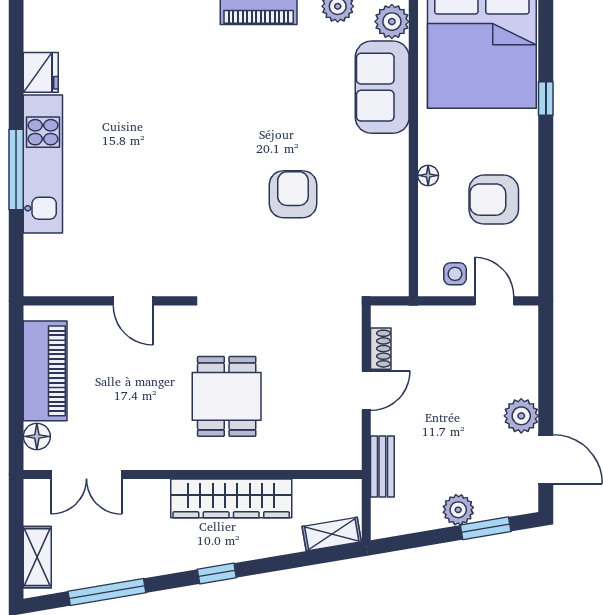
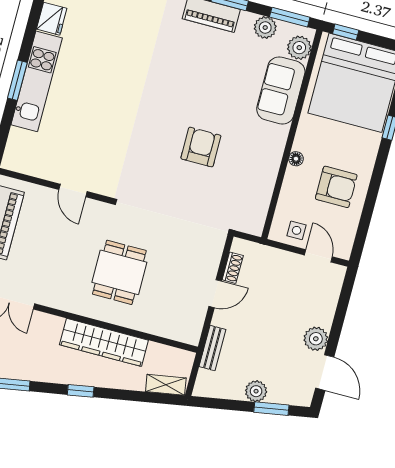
window: (16, 170) -> (17, 80), width x0.69
armchair: (494, 200) -> (336, 187), turned 180

